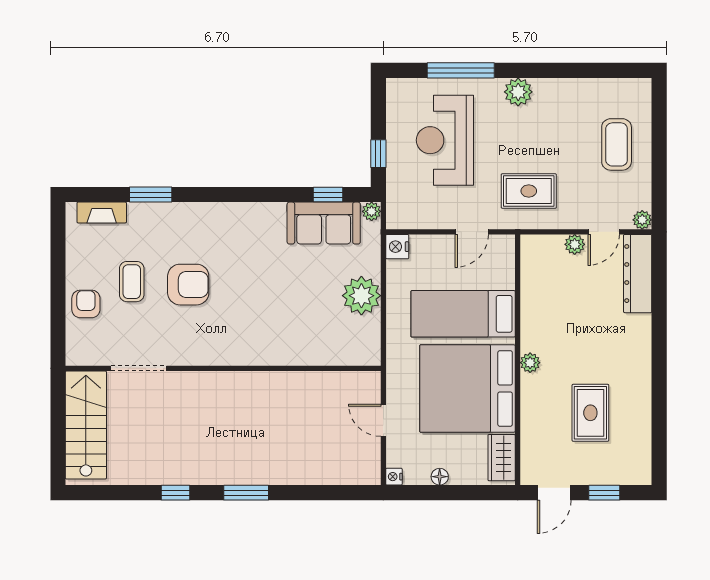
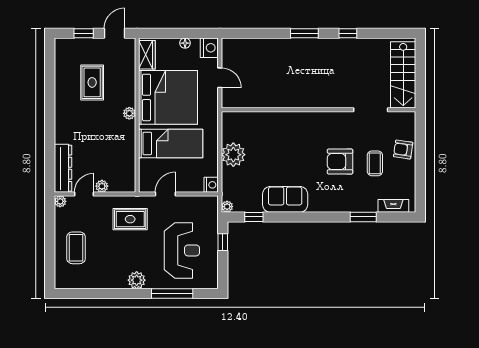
sofa: (324, 223) -> (285, 199), moved
armchair: (86, 304) -> (403, 150), turned 98
nightstand: (394, 477) -> (209, 48), width x1.89, depth x1.79

